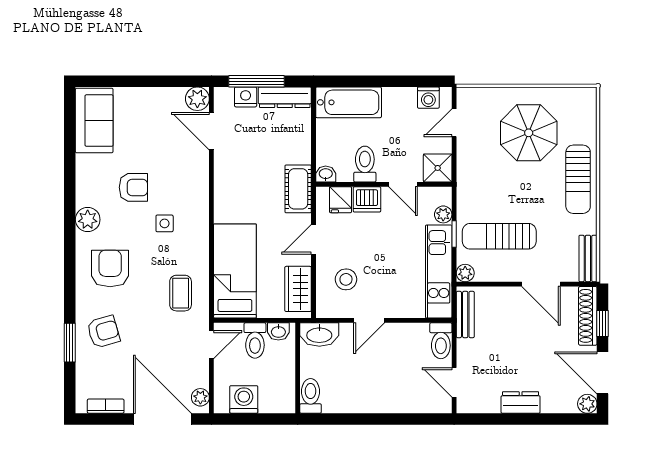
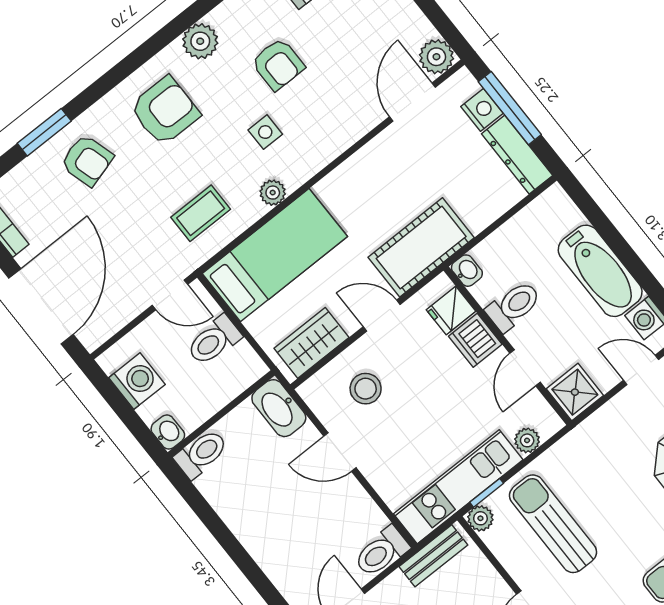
bathtub: (349, 102) -> (600, 271), moved
cot: (298, 189) -> (421, 247), width x1.37, depth x1.34
window: (454, 234) -> (487, 493), moved
washbasin: (278, 331) -> (168, 432), moved, turned 180
plant: (200, 397) -> (273, 193), moved

